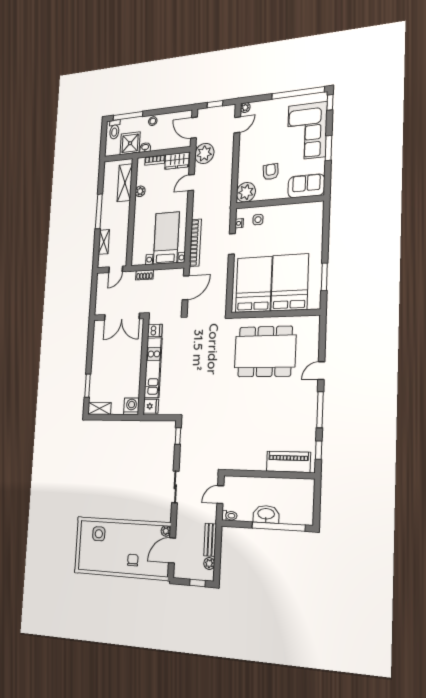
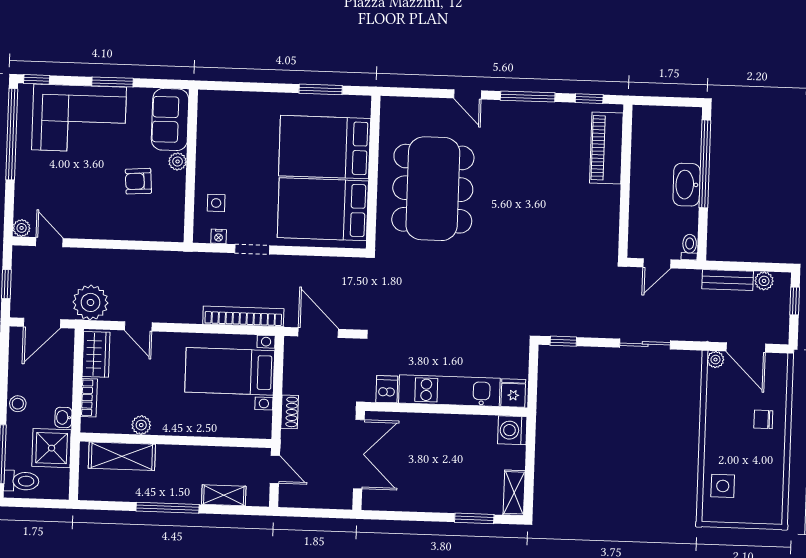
plant: (246, 192) -> (178, 162), moved, width x0.53, depth x0.53
door: (220, 495) -> (657, 263), hinge flipped

